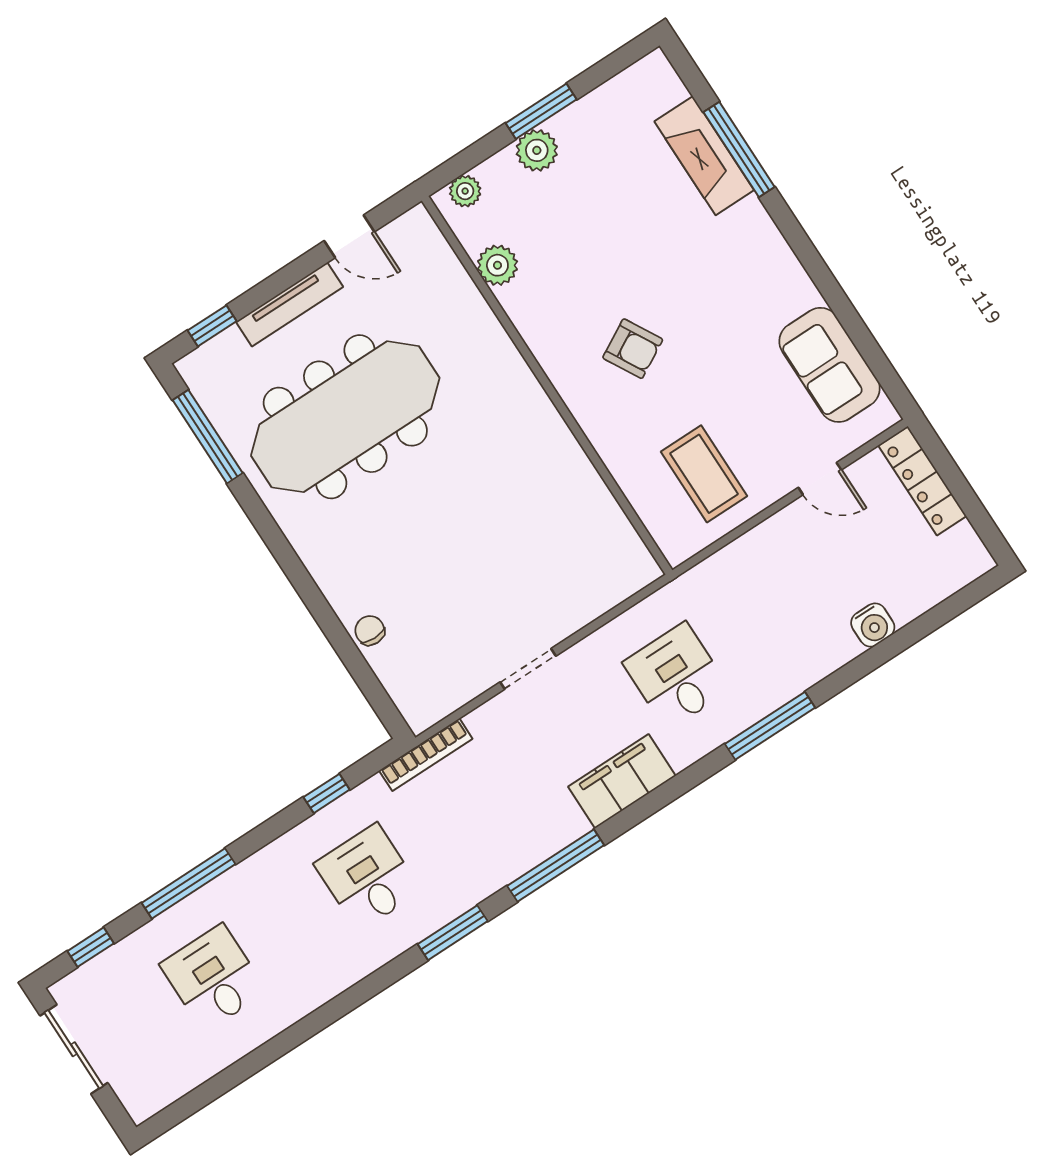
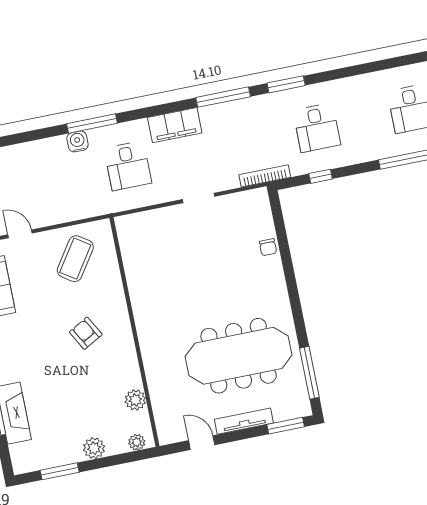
window: (541, 111) -> (60, 471), moved
window: (212, 326) -> (286, 426), width x1.50
coffee table: (704, 474) -> (75, 259), turned 34
water cooler: (873, 625) -> (77, 141), moved

